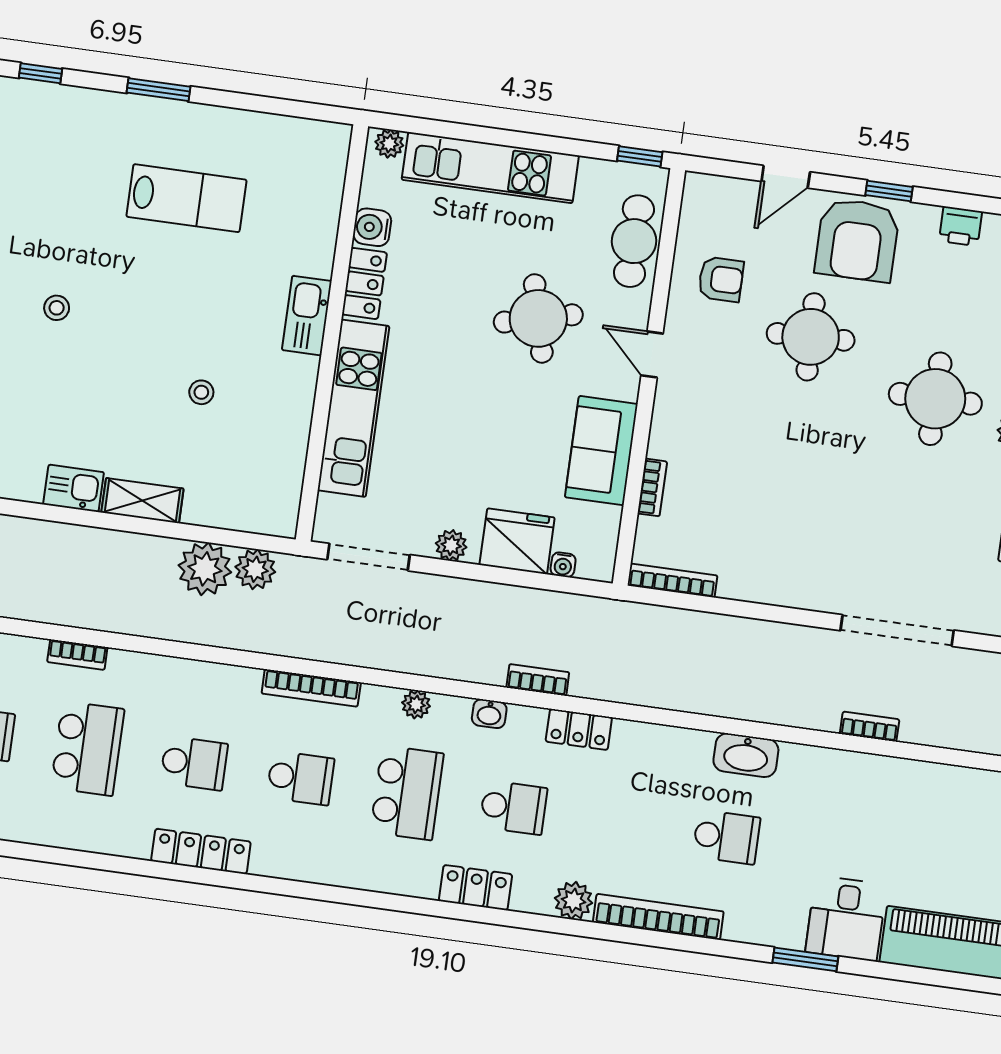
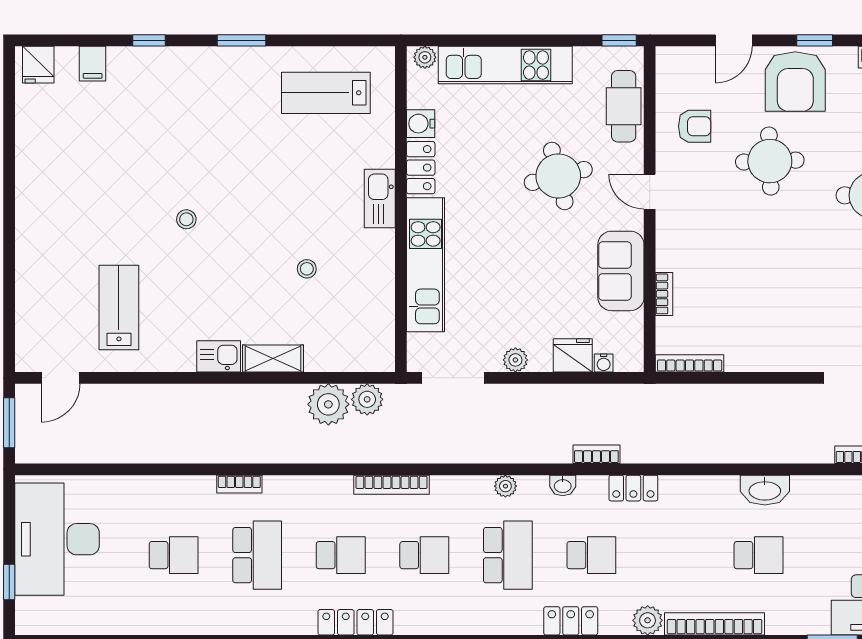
lab bench: (186, 198) -> (326, 93), moved, turned 180
fridge: (517, 541) -> (573, 355), width x0.73, depth x0.75
bookcase: (311, 688) -> (391, 485), moved

